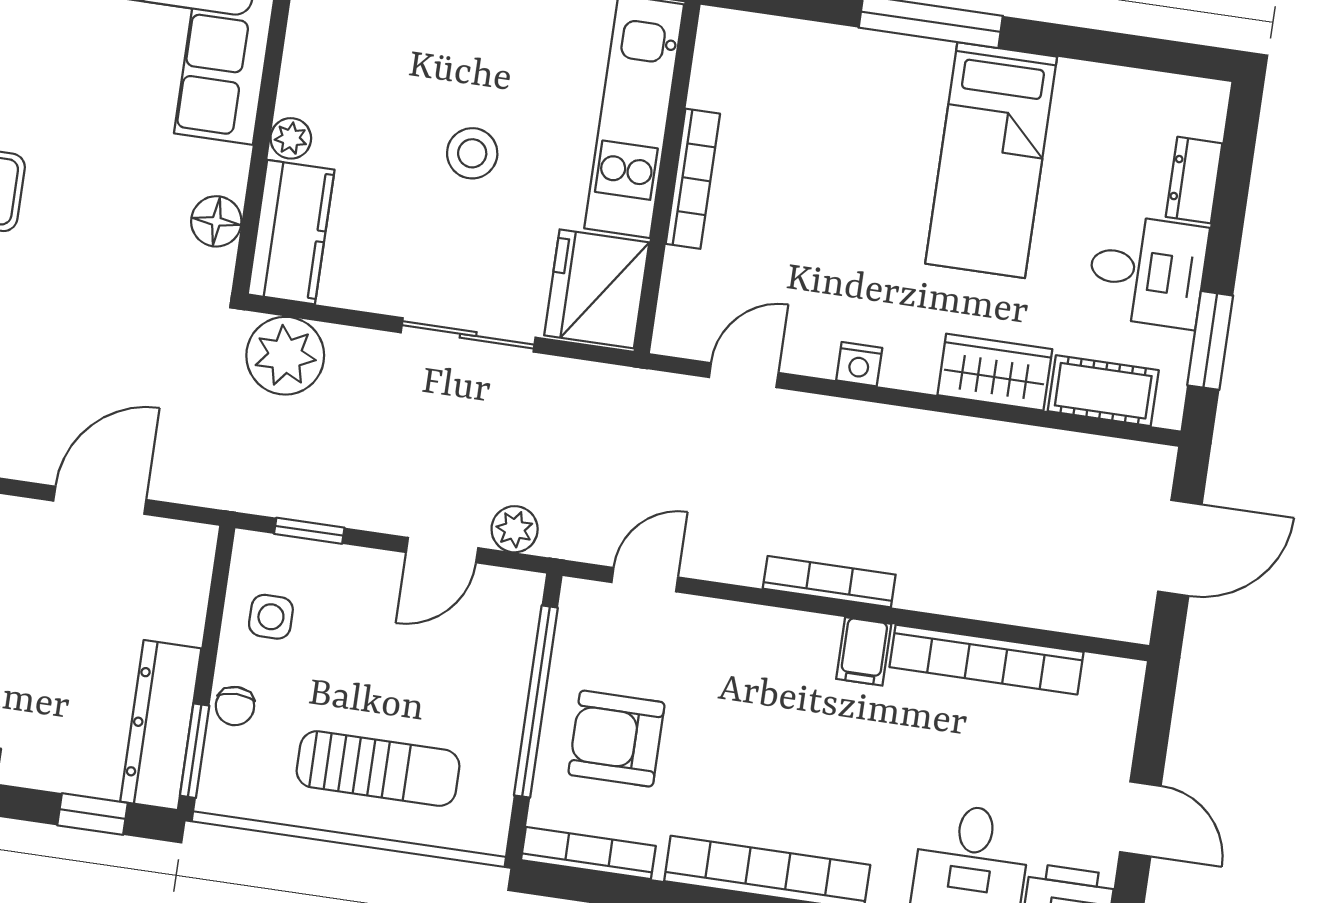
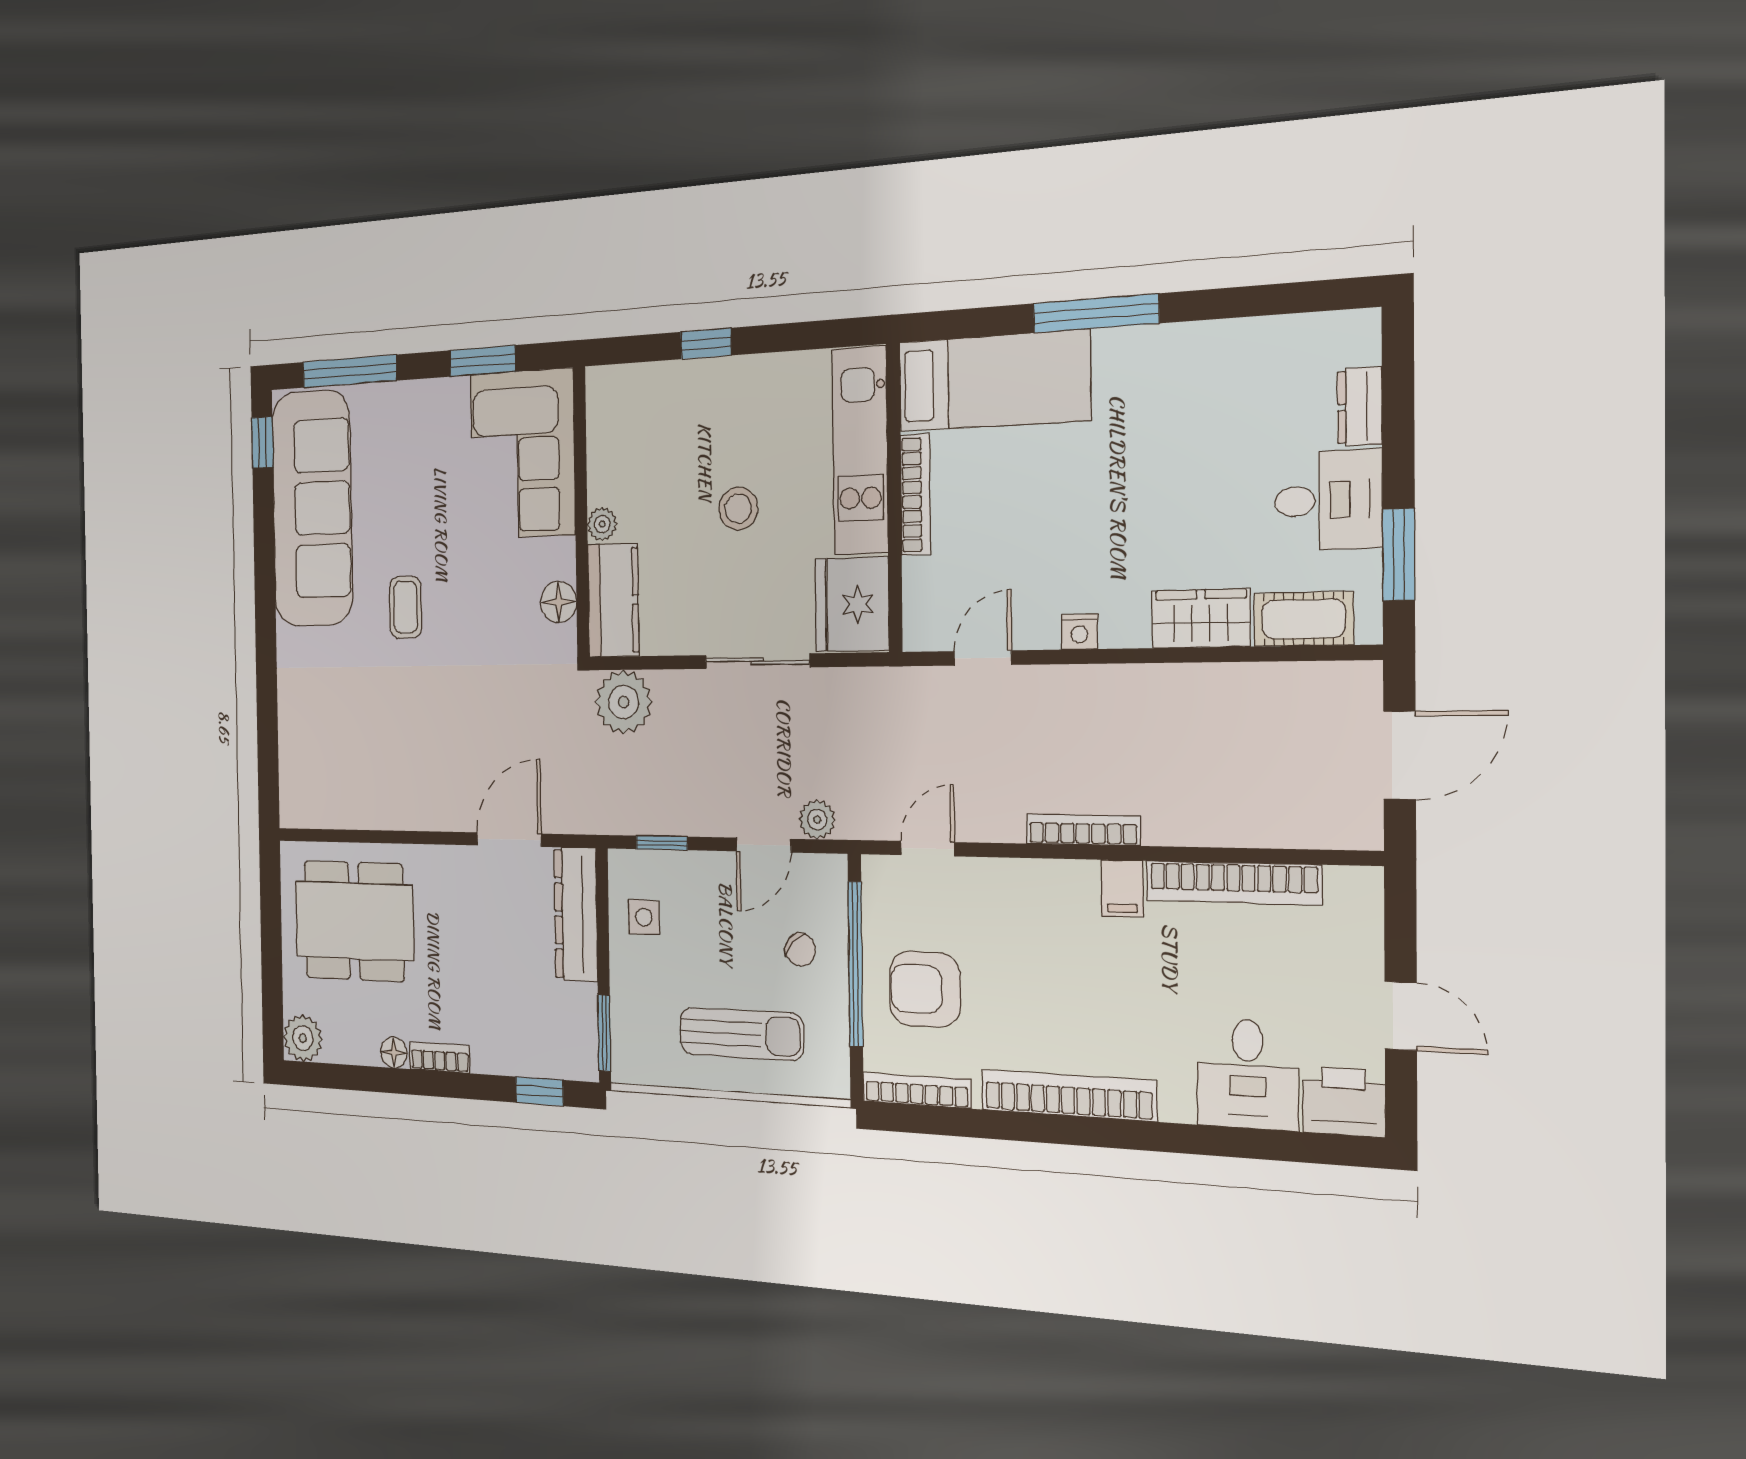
bed: (991, 160) -> (994, 381), moved, turned -90
chair: (235, 706) -> (800, 950), moved, turned -48
dresser: (161, 725) -> (576, 914), moved

